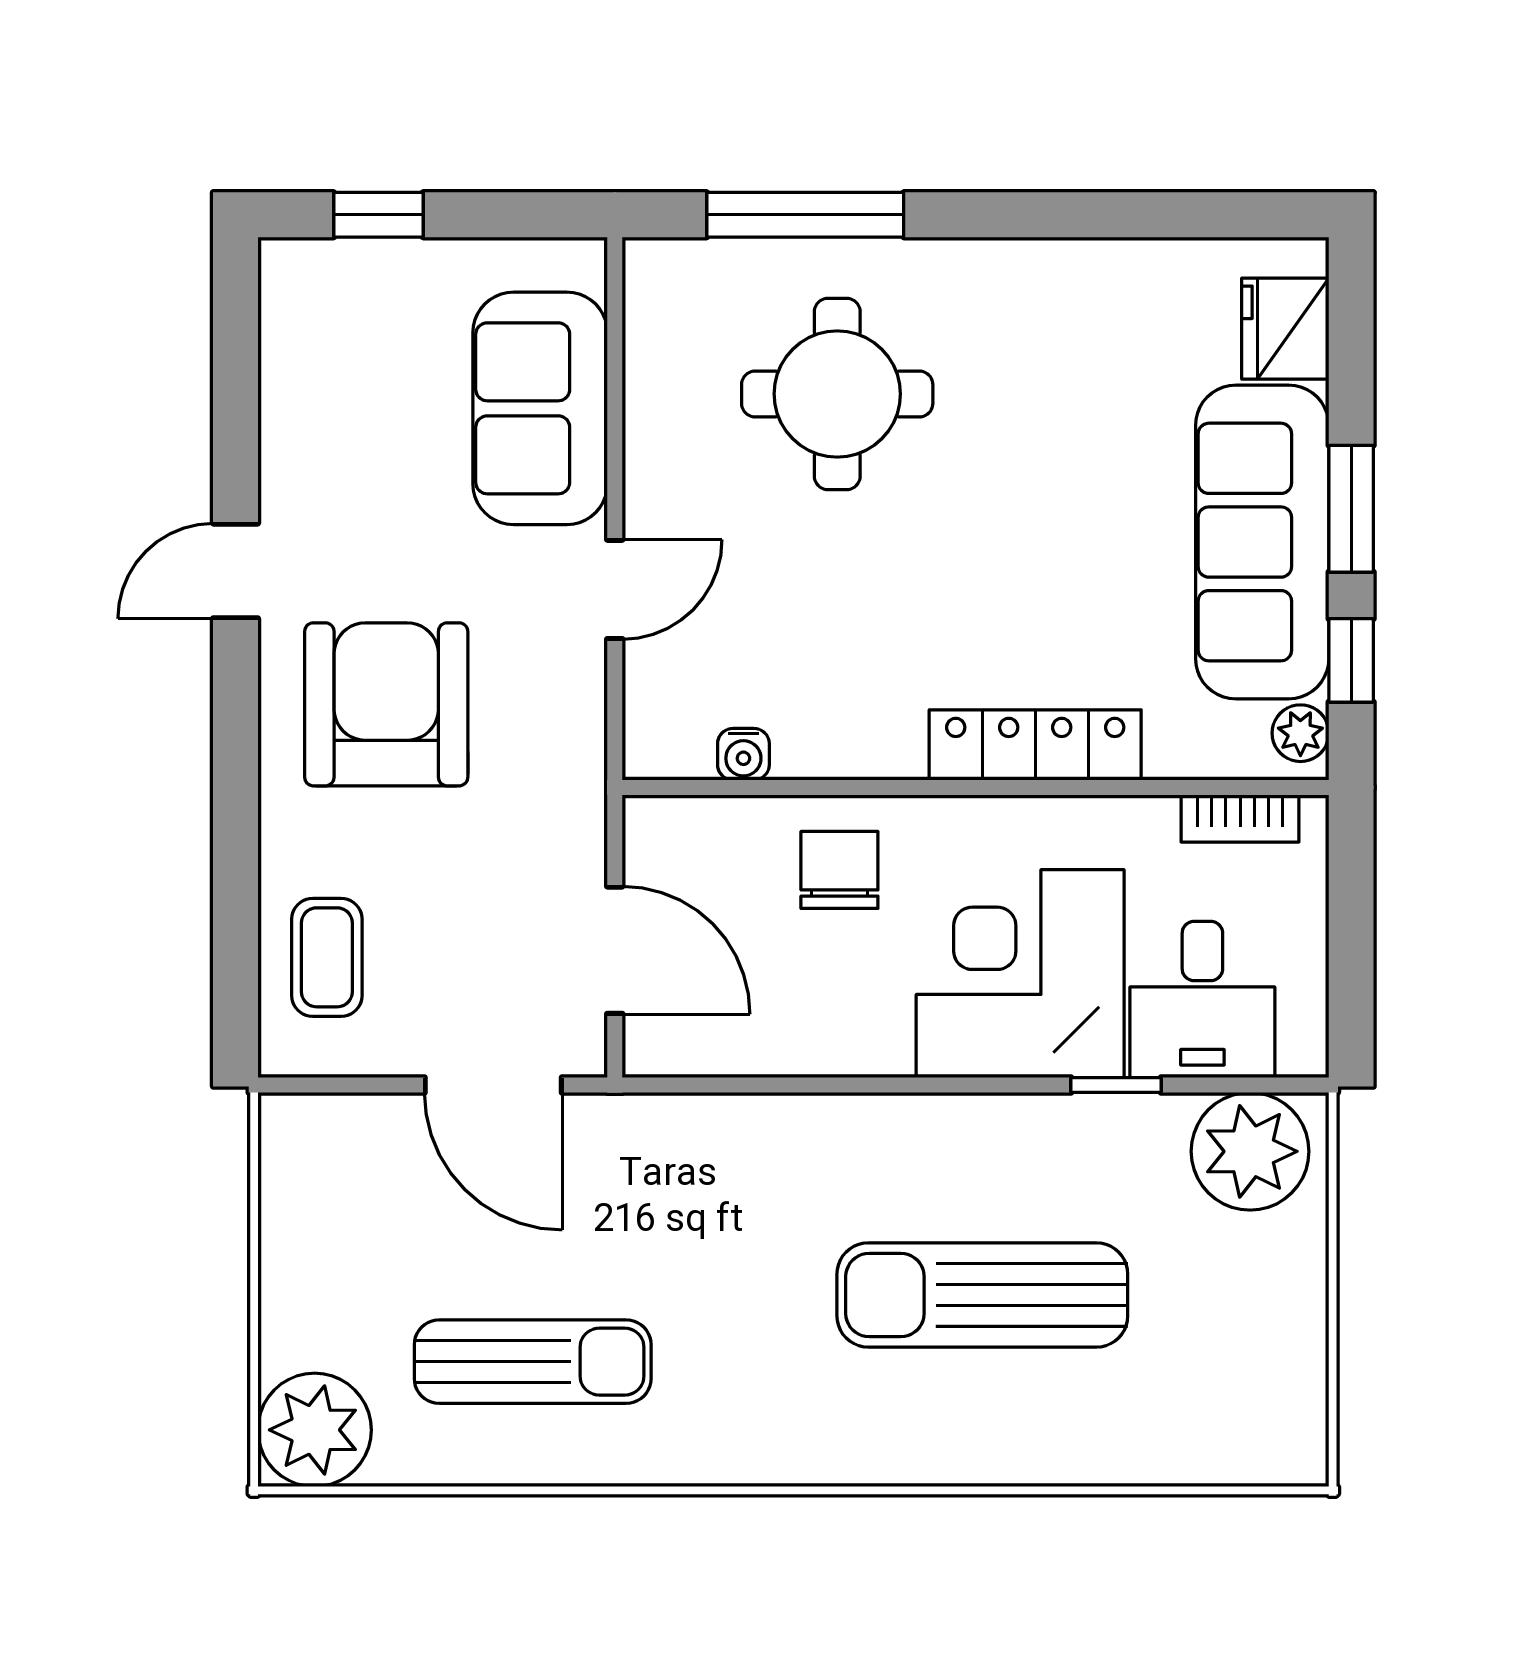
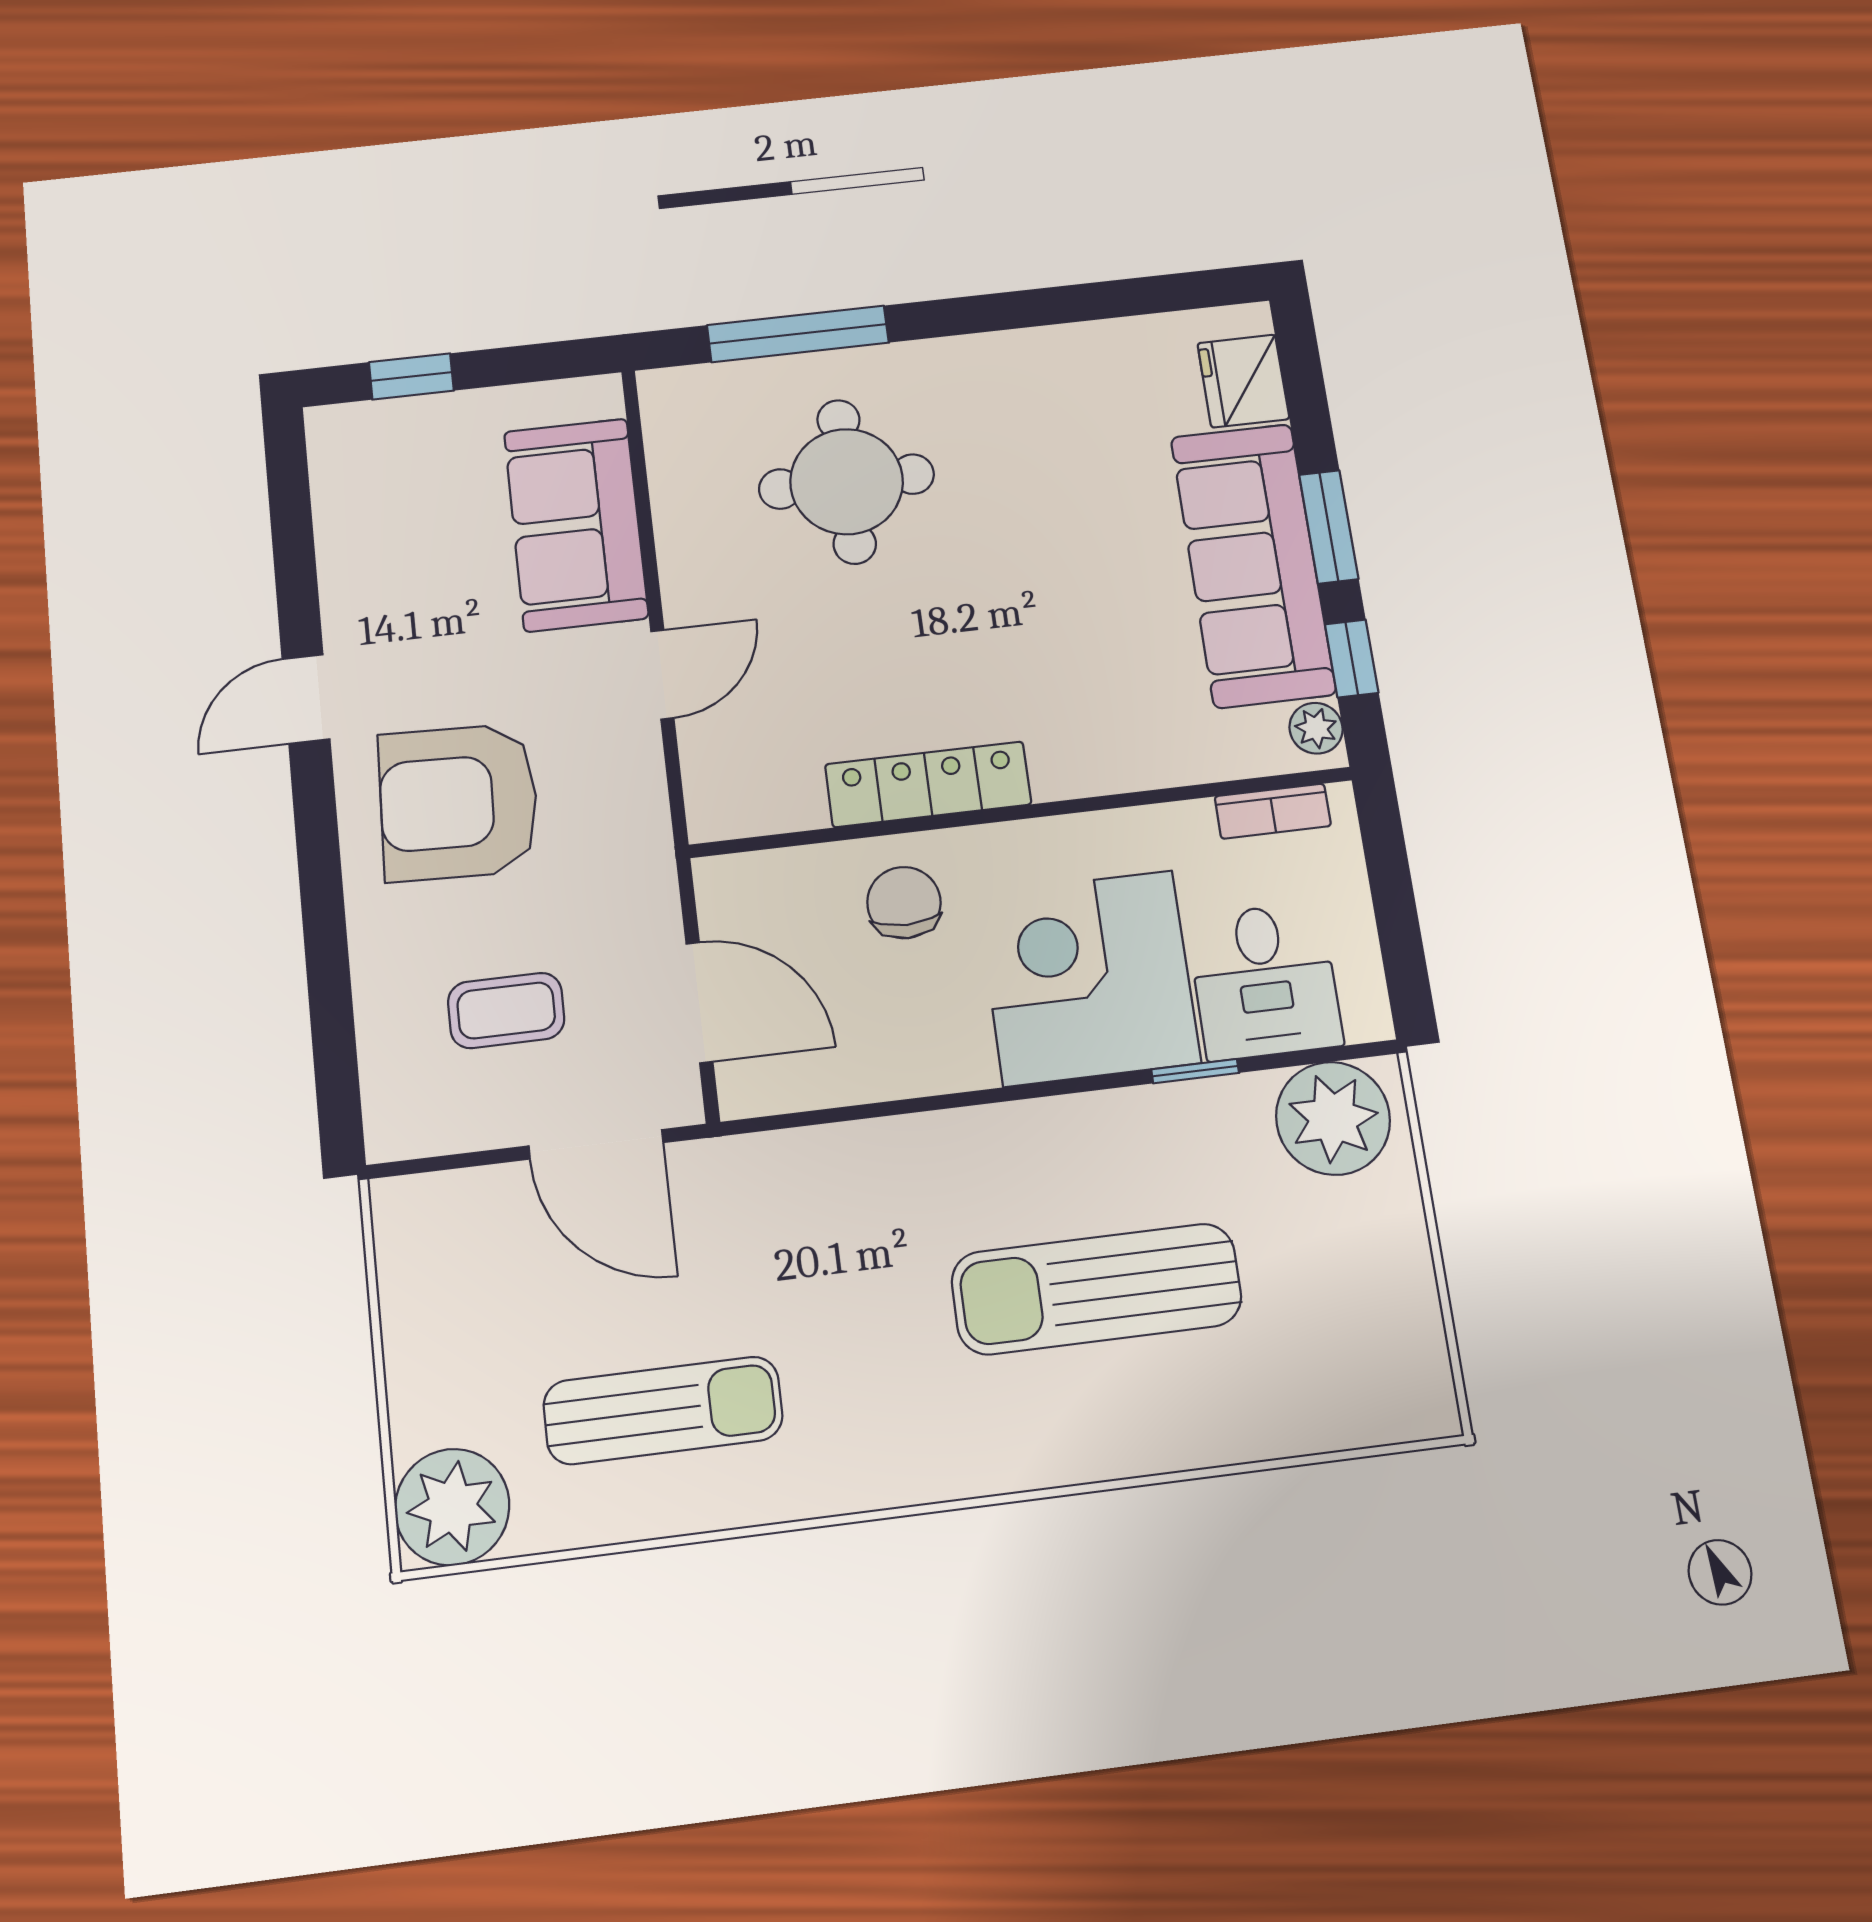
armchair: (386, 704) -> (459, 802), turned -88
locker: (1035, 745) -> (928, 784), moved
water cooler: (743, 754) -> (800, 808), removed
coffee table: (327, 957) -> (506, 1010), moved, turned 90

